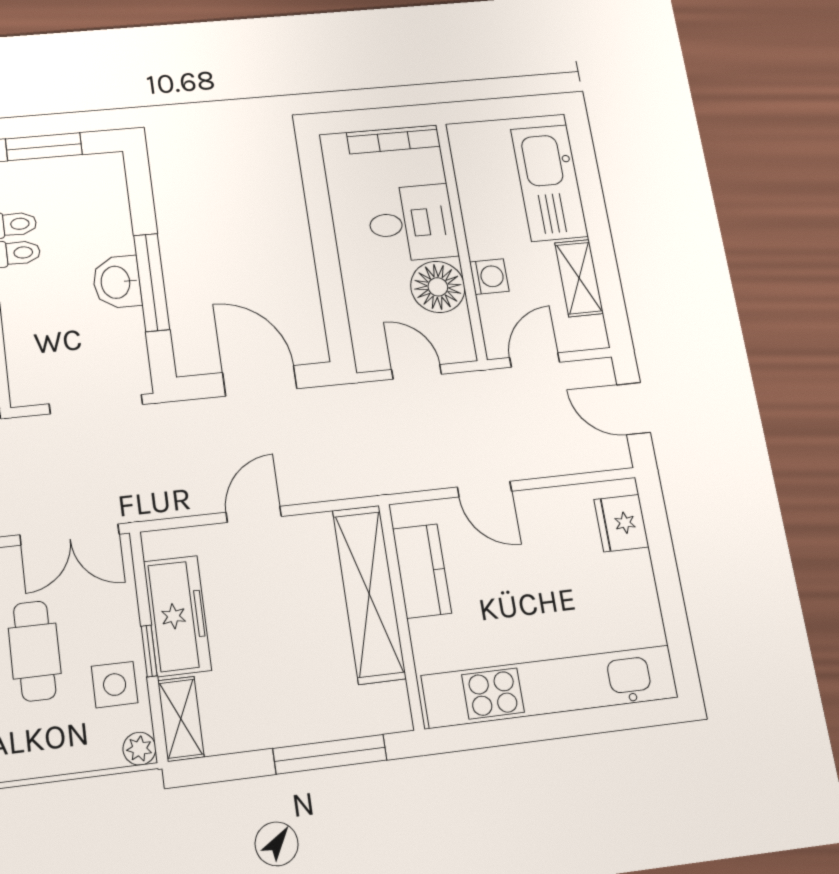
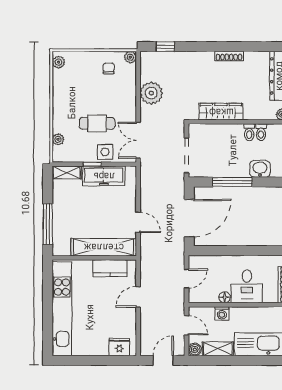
washbasin: (117, 282) -> (260, 169), moved
floor lamp: (438, 287) -> (225, 297), width x0.53, depth x0.53
boiler: (591, 334) -> (195, 349), added
door: (260, 381) -> (189, 218), width x1.36
door: (254, 514) -> (138, 222), moved
side table: (115, 685) -> (105, 152), moved
plant: (139, 749) -> (58, 139), moved

